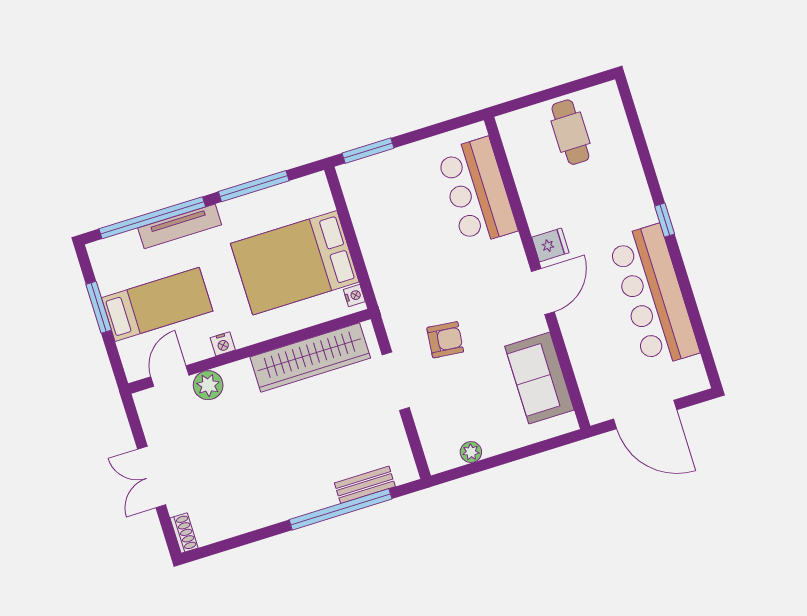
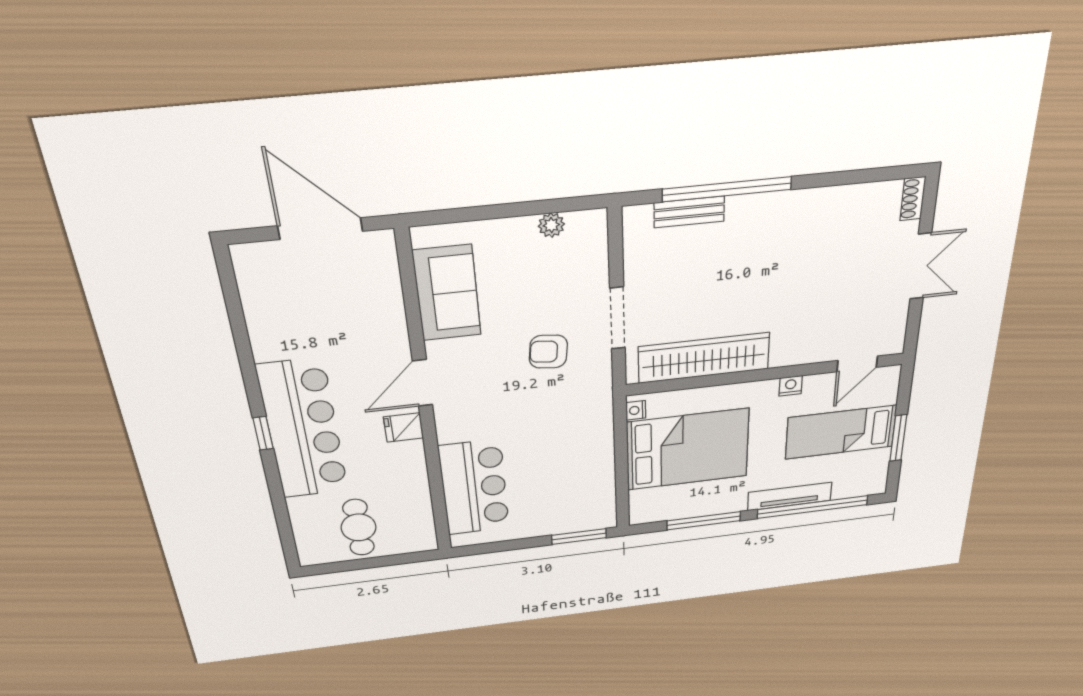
bar counter: (654, 296) -> (303, 429), moved
plant: (208, 385) -> (822, 349), removed

